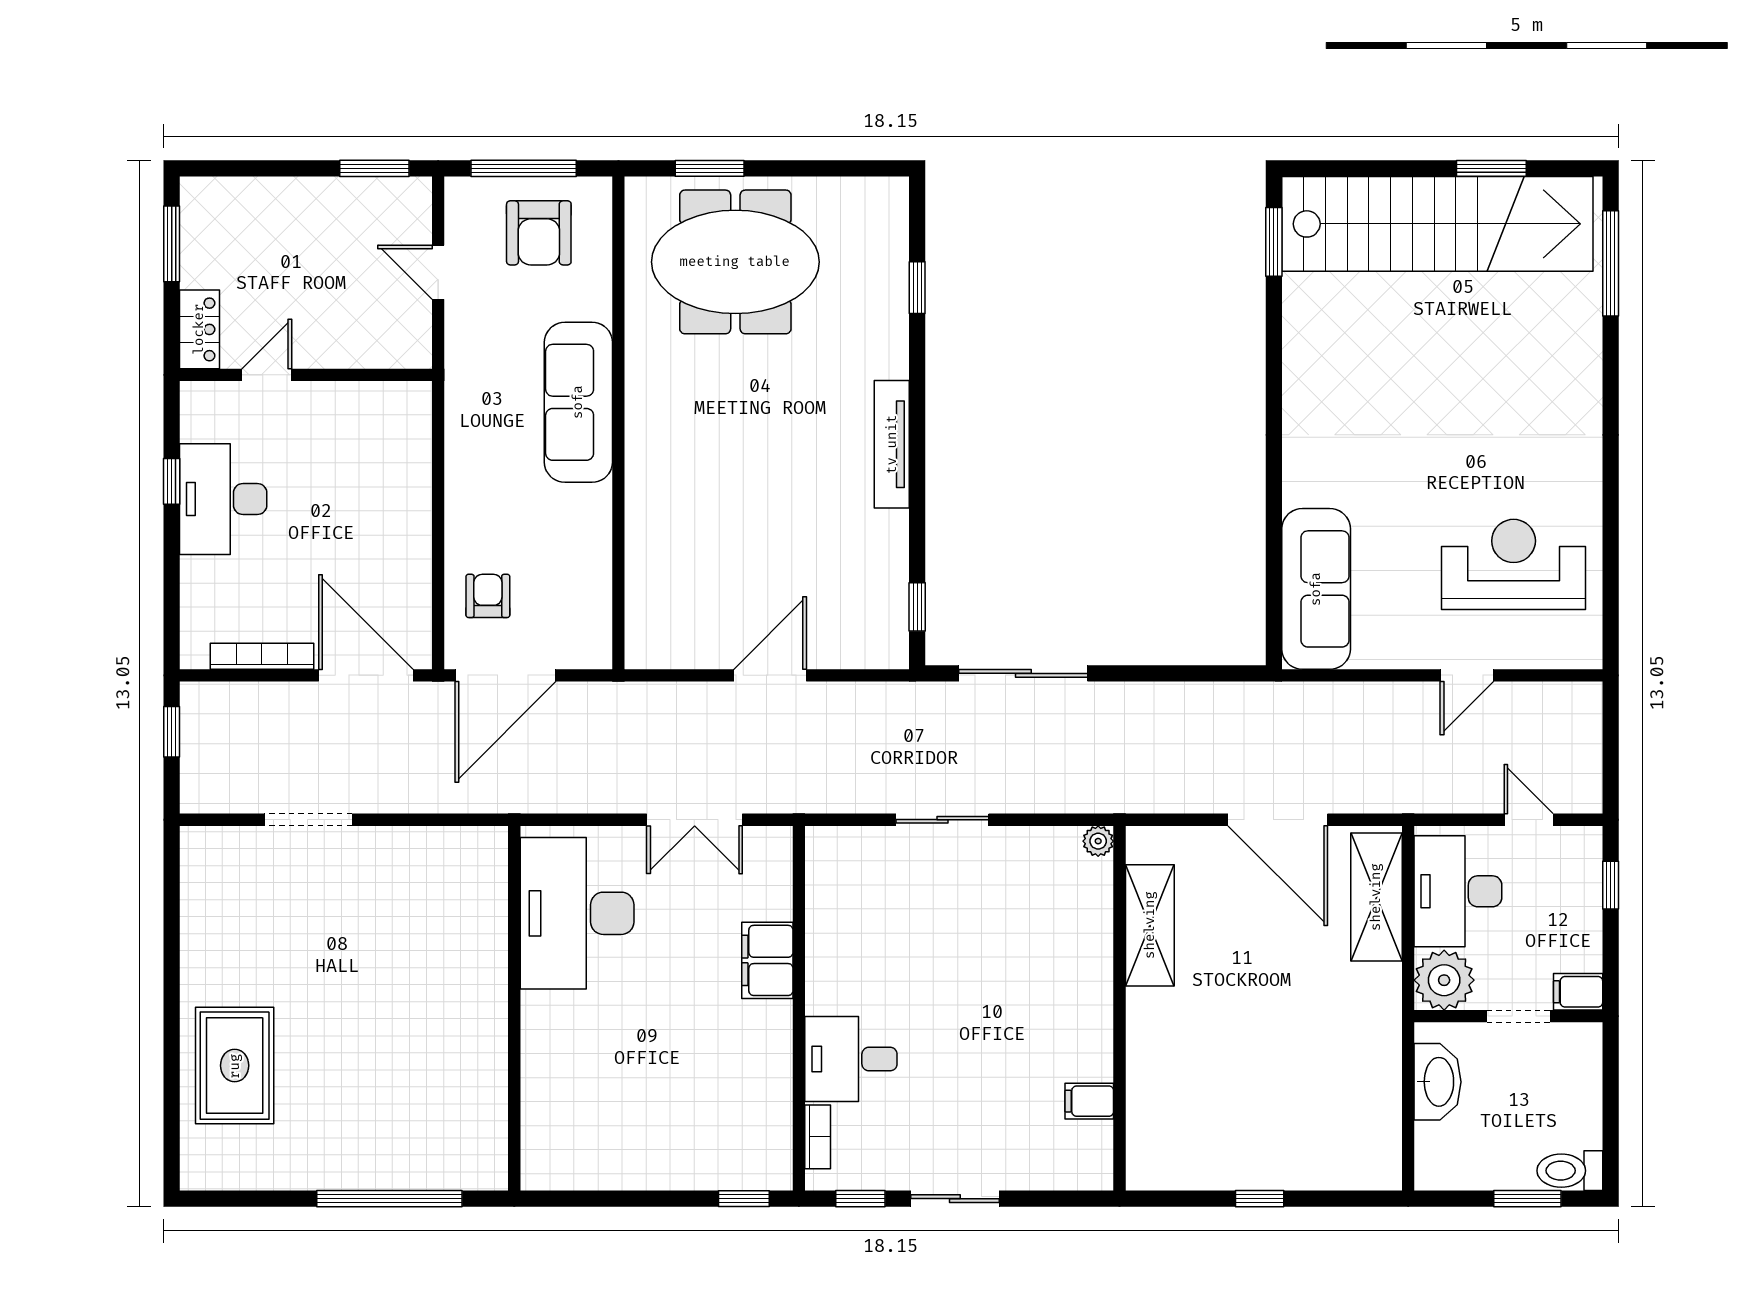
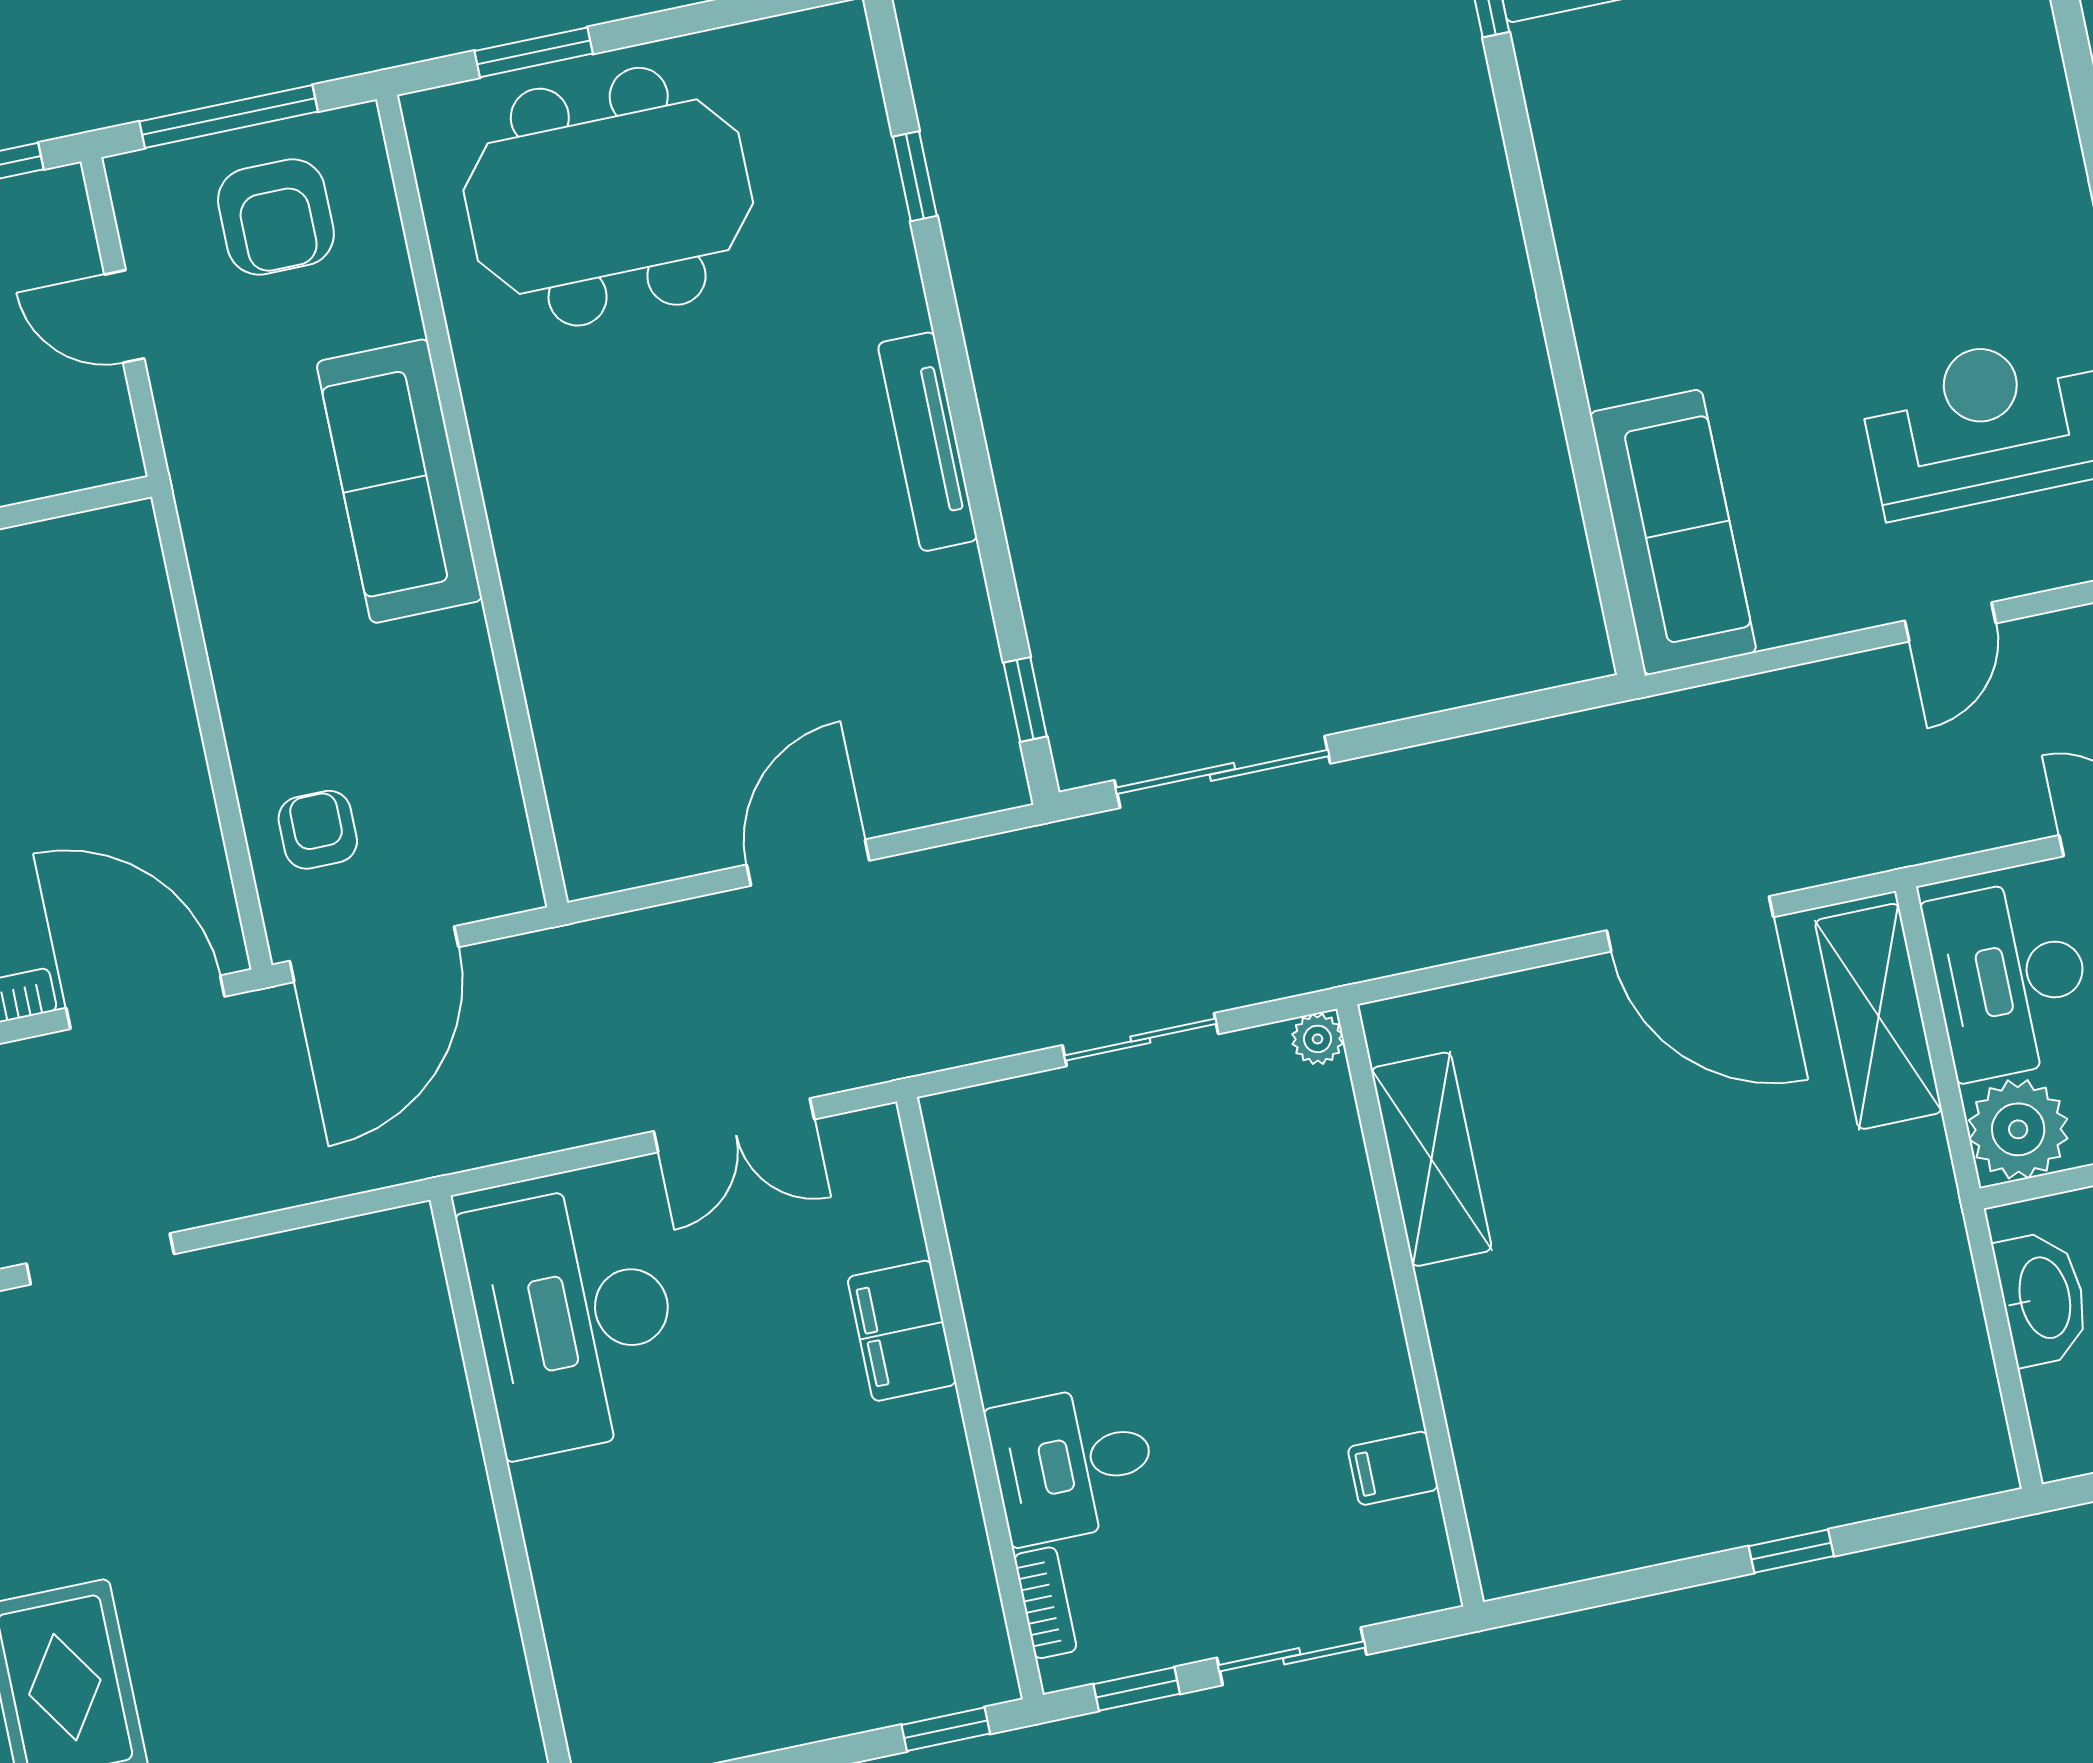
plant: (1098, 841) -> (1318, 1039), moved
shelving: (1150, 925) -> (1431, 1159), moved
wall: (1120, 1008) -> (1410, 1305), moved
filing cabinet: (1089, 1101) -> (1393, 1468), moved

